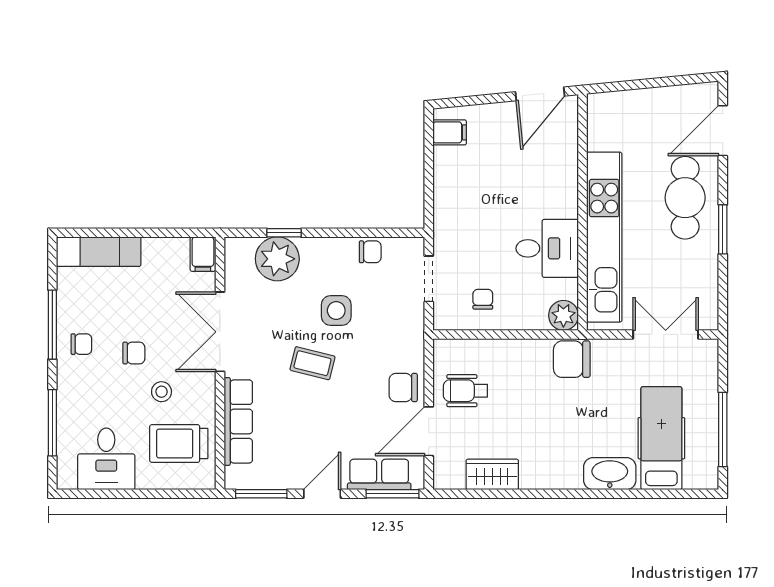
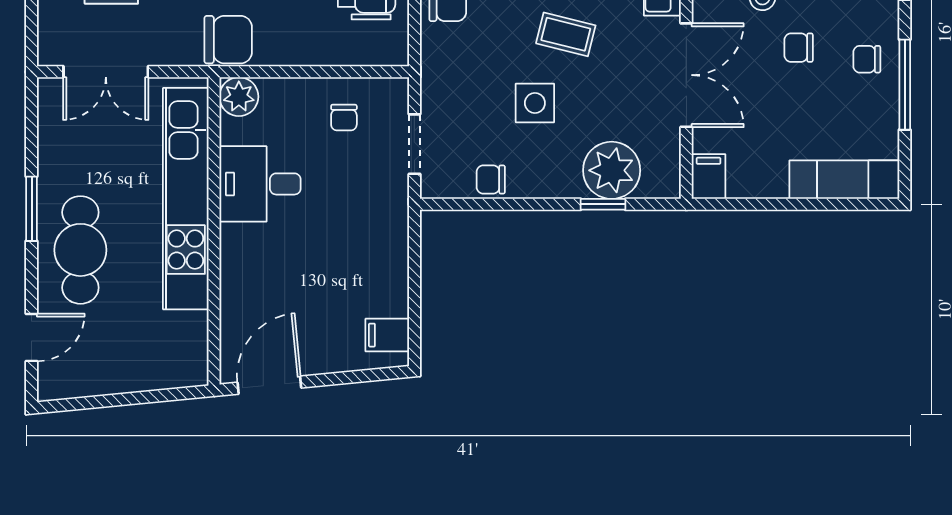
door: (723, 131) -> (32, 337), width x0.73

